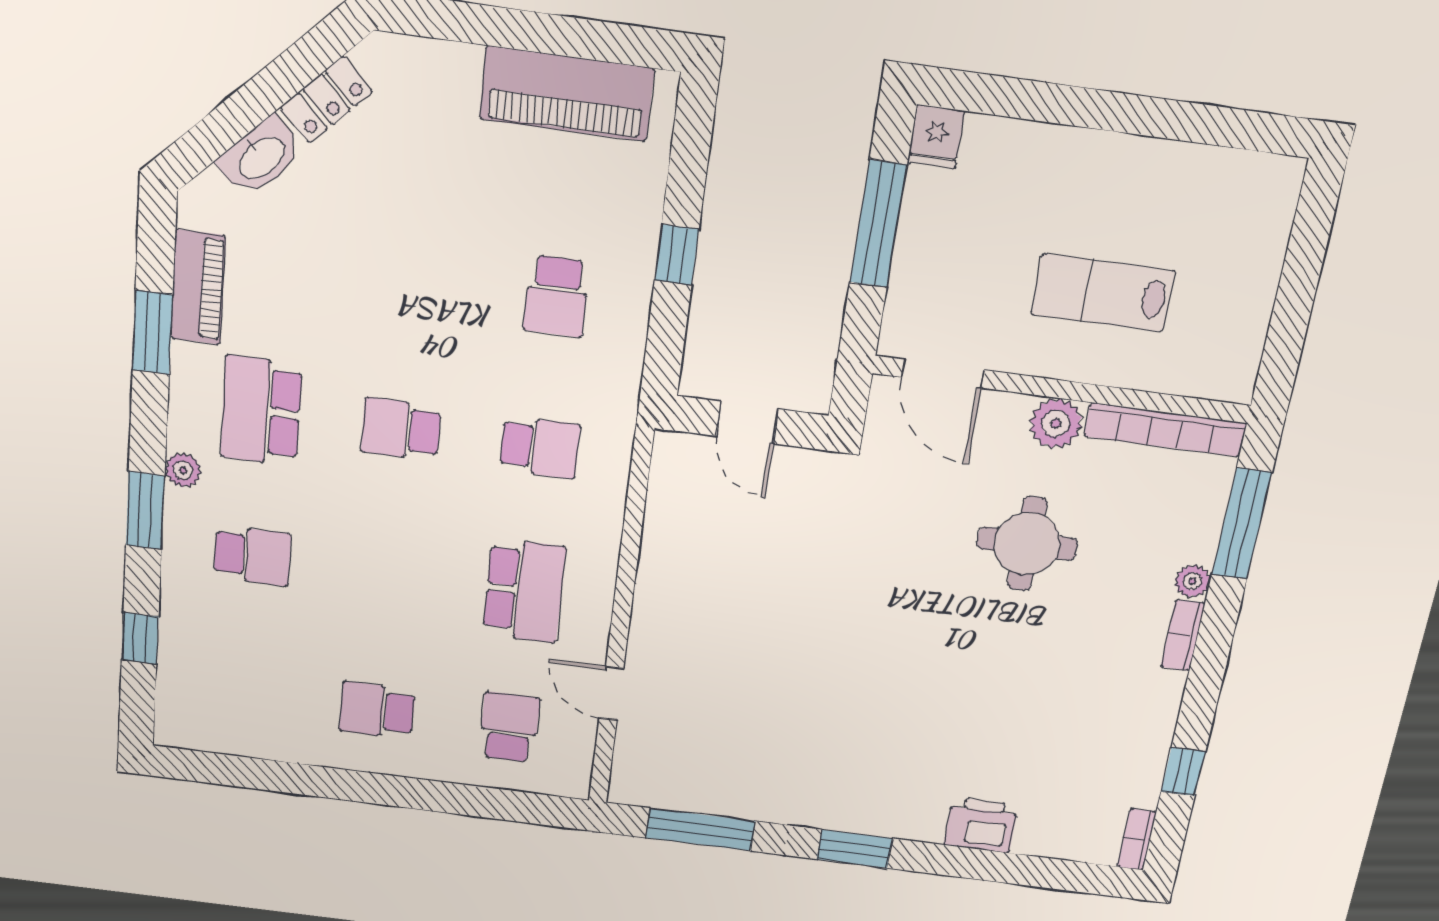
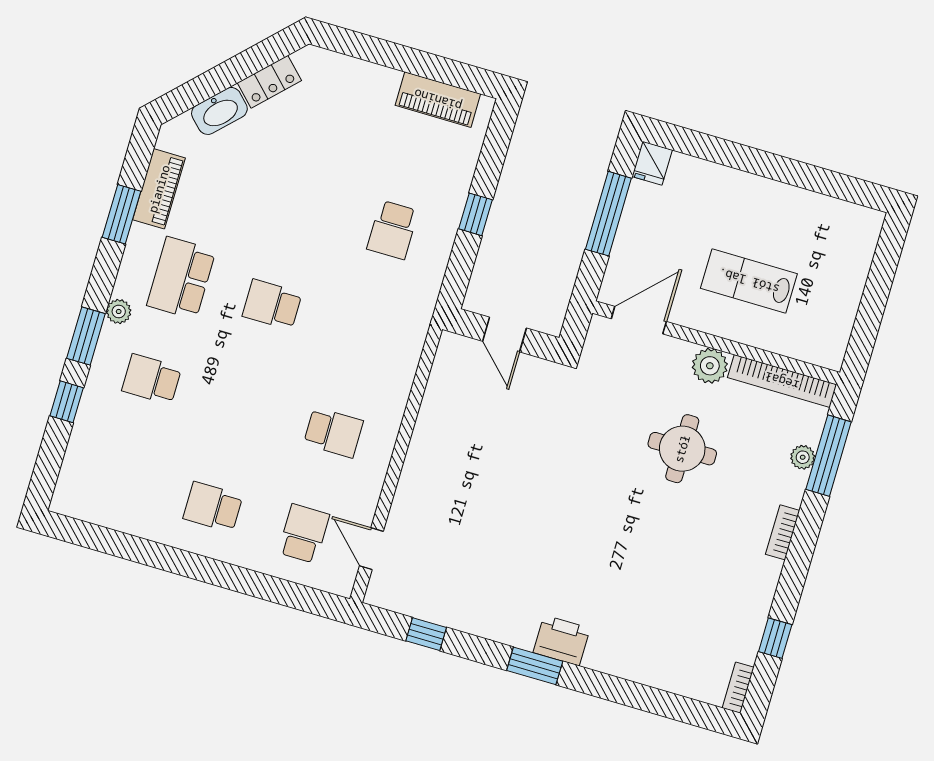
piano: (567, 94) -> (438, 100), width x0.73, depth x0.75
door: (943, 374) -> (639, 320), swing flipped
school desk: (540, 447) -> (363, 331), removed
school desk: (253, 556) -> (152, 379), turned 180
plant: (1192, 581) -> (803, 457), moved
school desk: (524, 591) -> (333, 432), width x0.54
window: (140, 638) -> (67, 402), moved
door: (611, 693) -> (371, 549), moved
printer: (981, 825) -> (562, 640), moved
window: (700, 829) -> (426, 634), width x0.46

